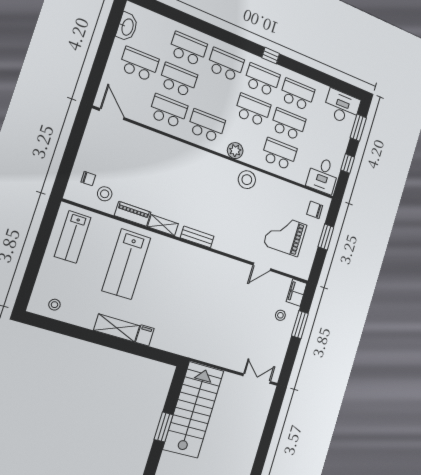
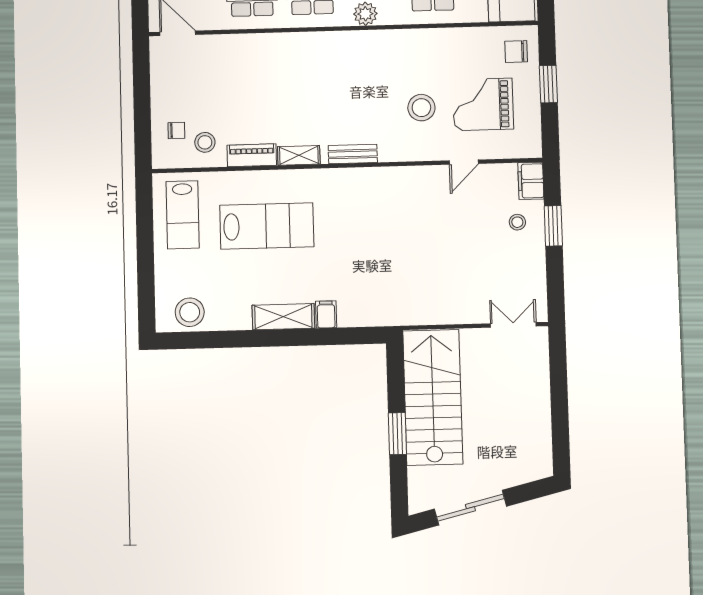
stool: (247, 180) -> (421, 108), moved
lab bench: (126, 264) -> (267, 226), turned -90
stool: (54, 305) -> (190, 312), width x1.89, depth x1.89

